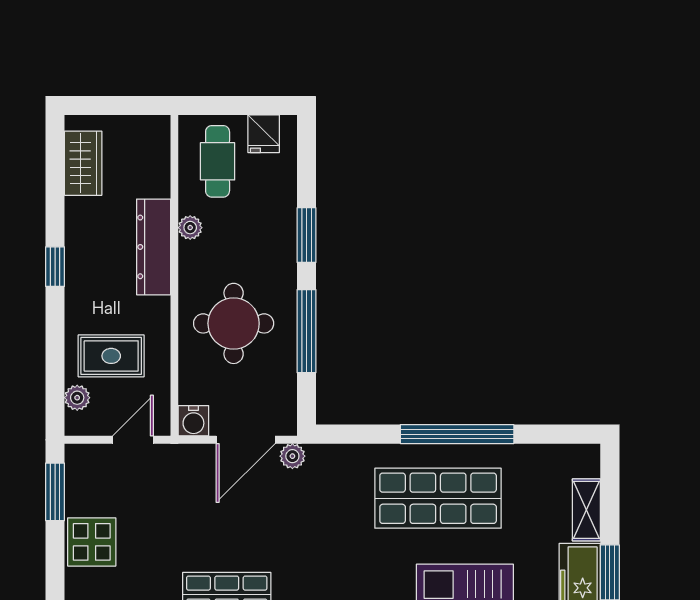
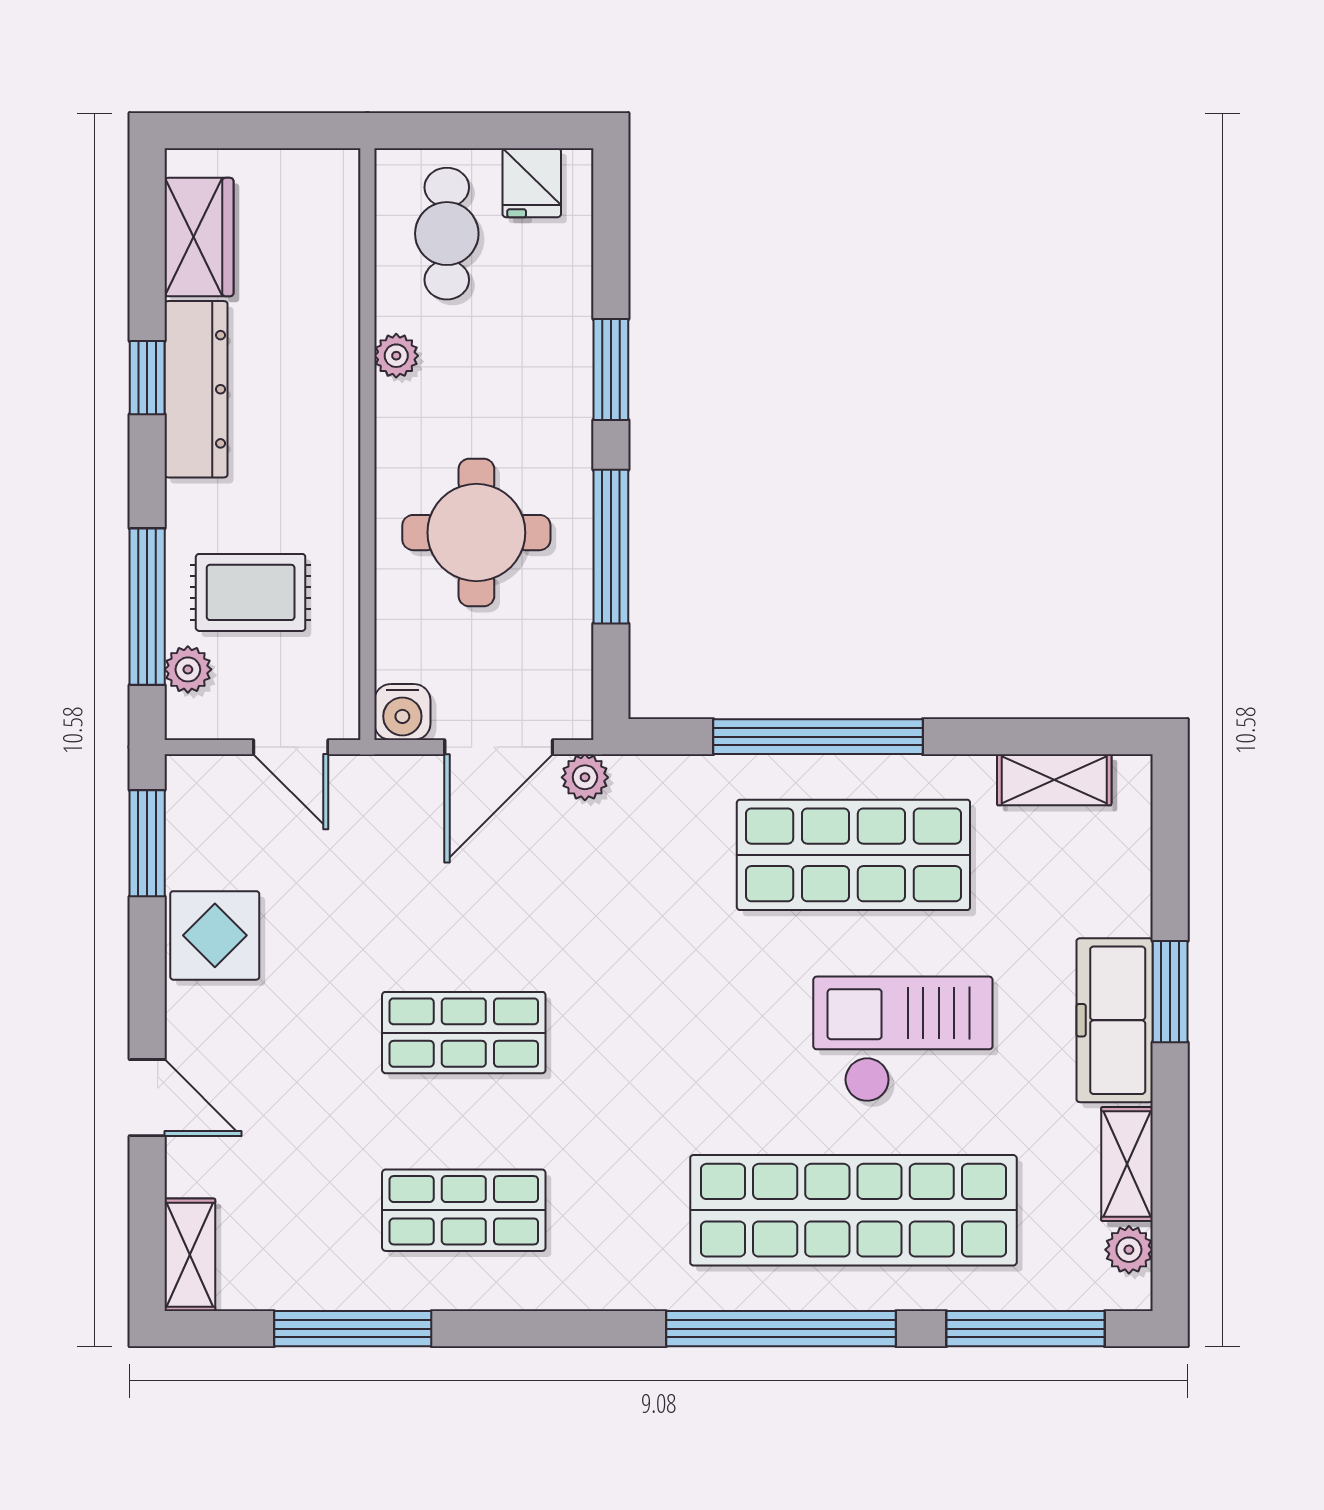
dresser: (154, 247) -> (196, 389), moved, turned 180
window: (55, 267) -> (147, 378), moved
window: (55, 364) -> (147, 607), added
window: (457, 434) -> (818, 737), moved
door: (133, 440) -> (291, 747), swing flipped
shelving: (586, 510) -> (1054, 780), moved, turned 90

